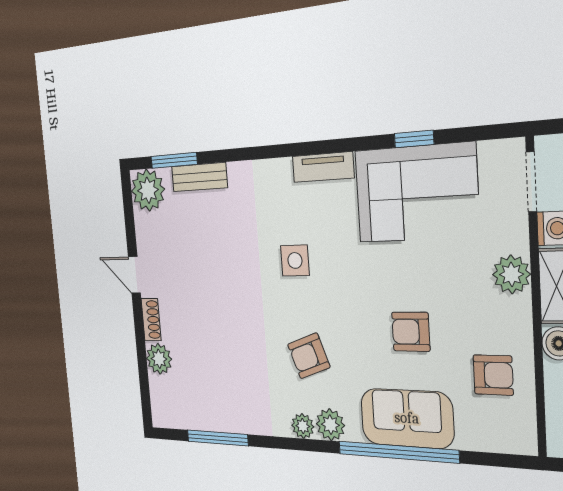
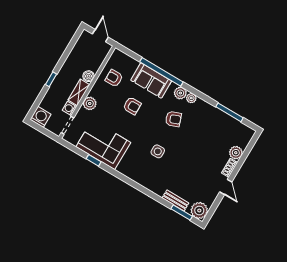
tv unit: (323, 167) -> (128, 173), removed

